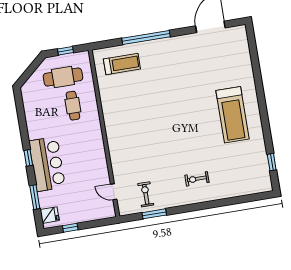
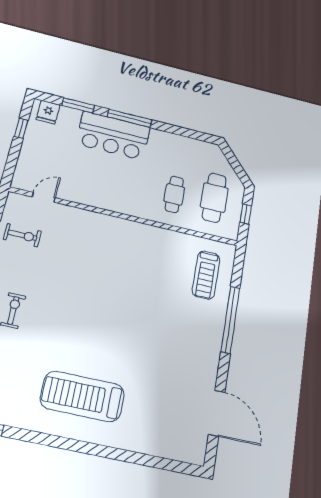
cafe table: (73, 106) -> (174, 194), turned 90
window: (28, 158) -> (129, 118), width x2.17

